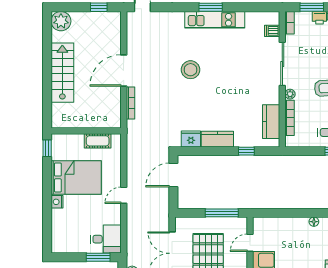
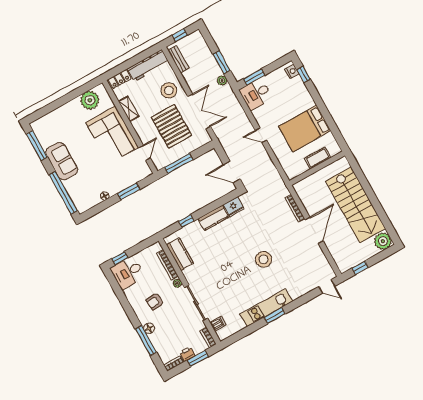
stairs: (62, 73) -> (356, 205), width x1.36, depth x1.51
cot: (98, 141) -> (318, 158), moved
window: (47, 148) -> (304, 74), moved
door: (173, 175) -> (232, 172), swing flipped
door: (124, 195) -> (261, 135), swing flipped
nightstand: (57, 202) -> (292, 71), moved
window: (287, 213) -> (129, 191), added

